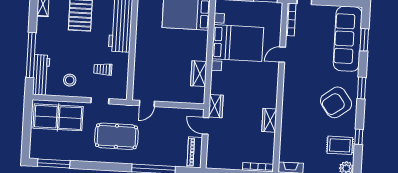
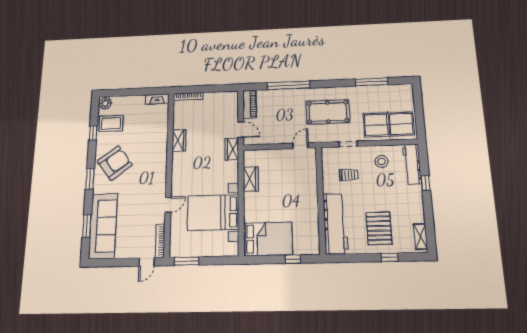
window: (31, 55) -> (426, 183), width x0.32
window: (54, 163) -> (372, 82), moved

